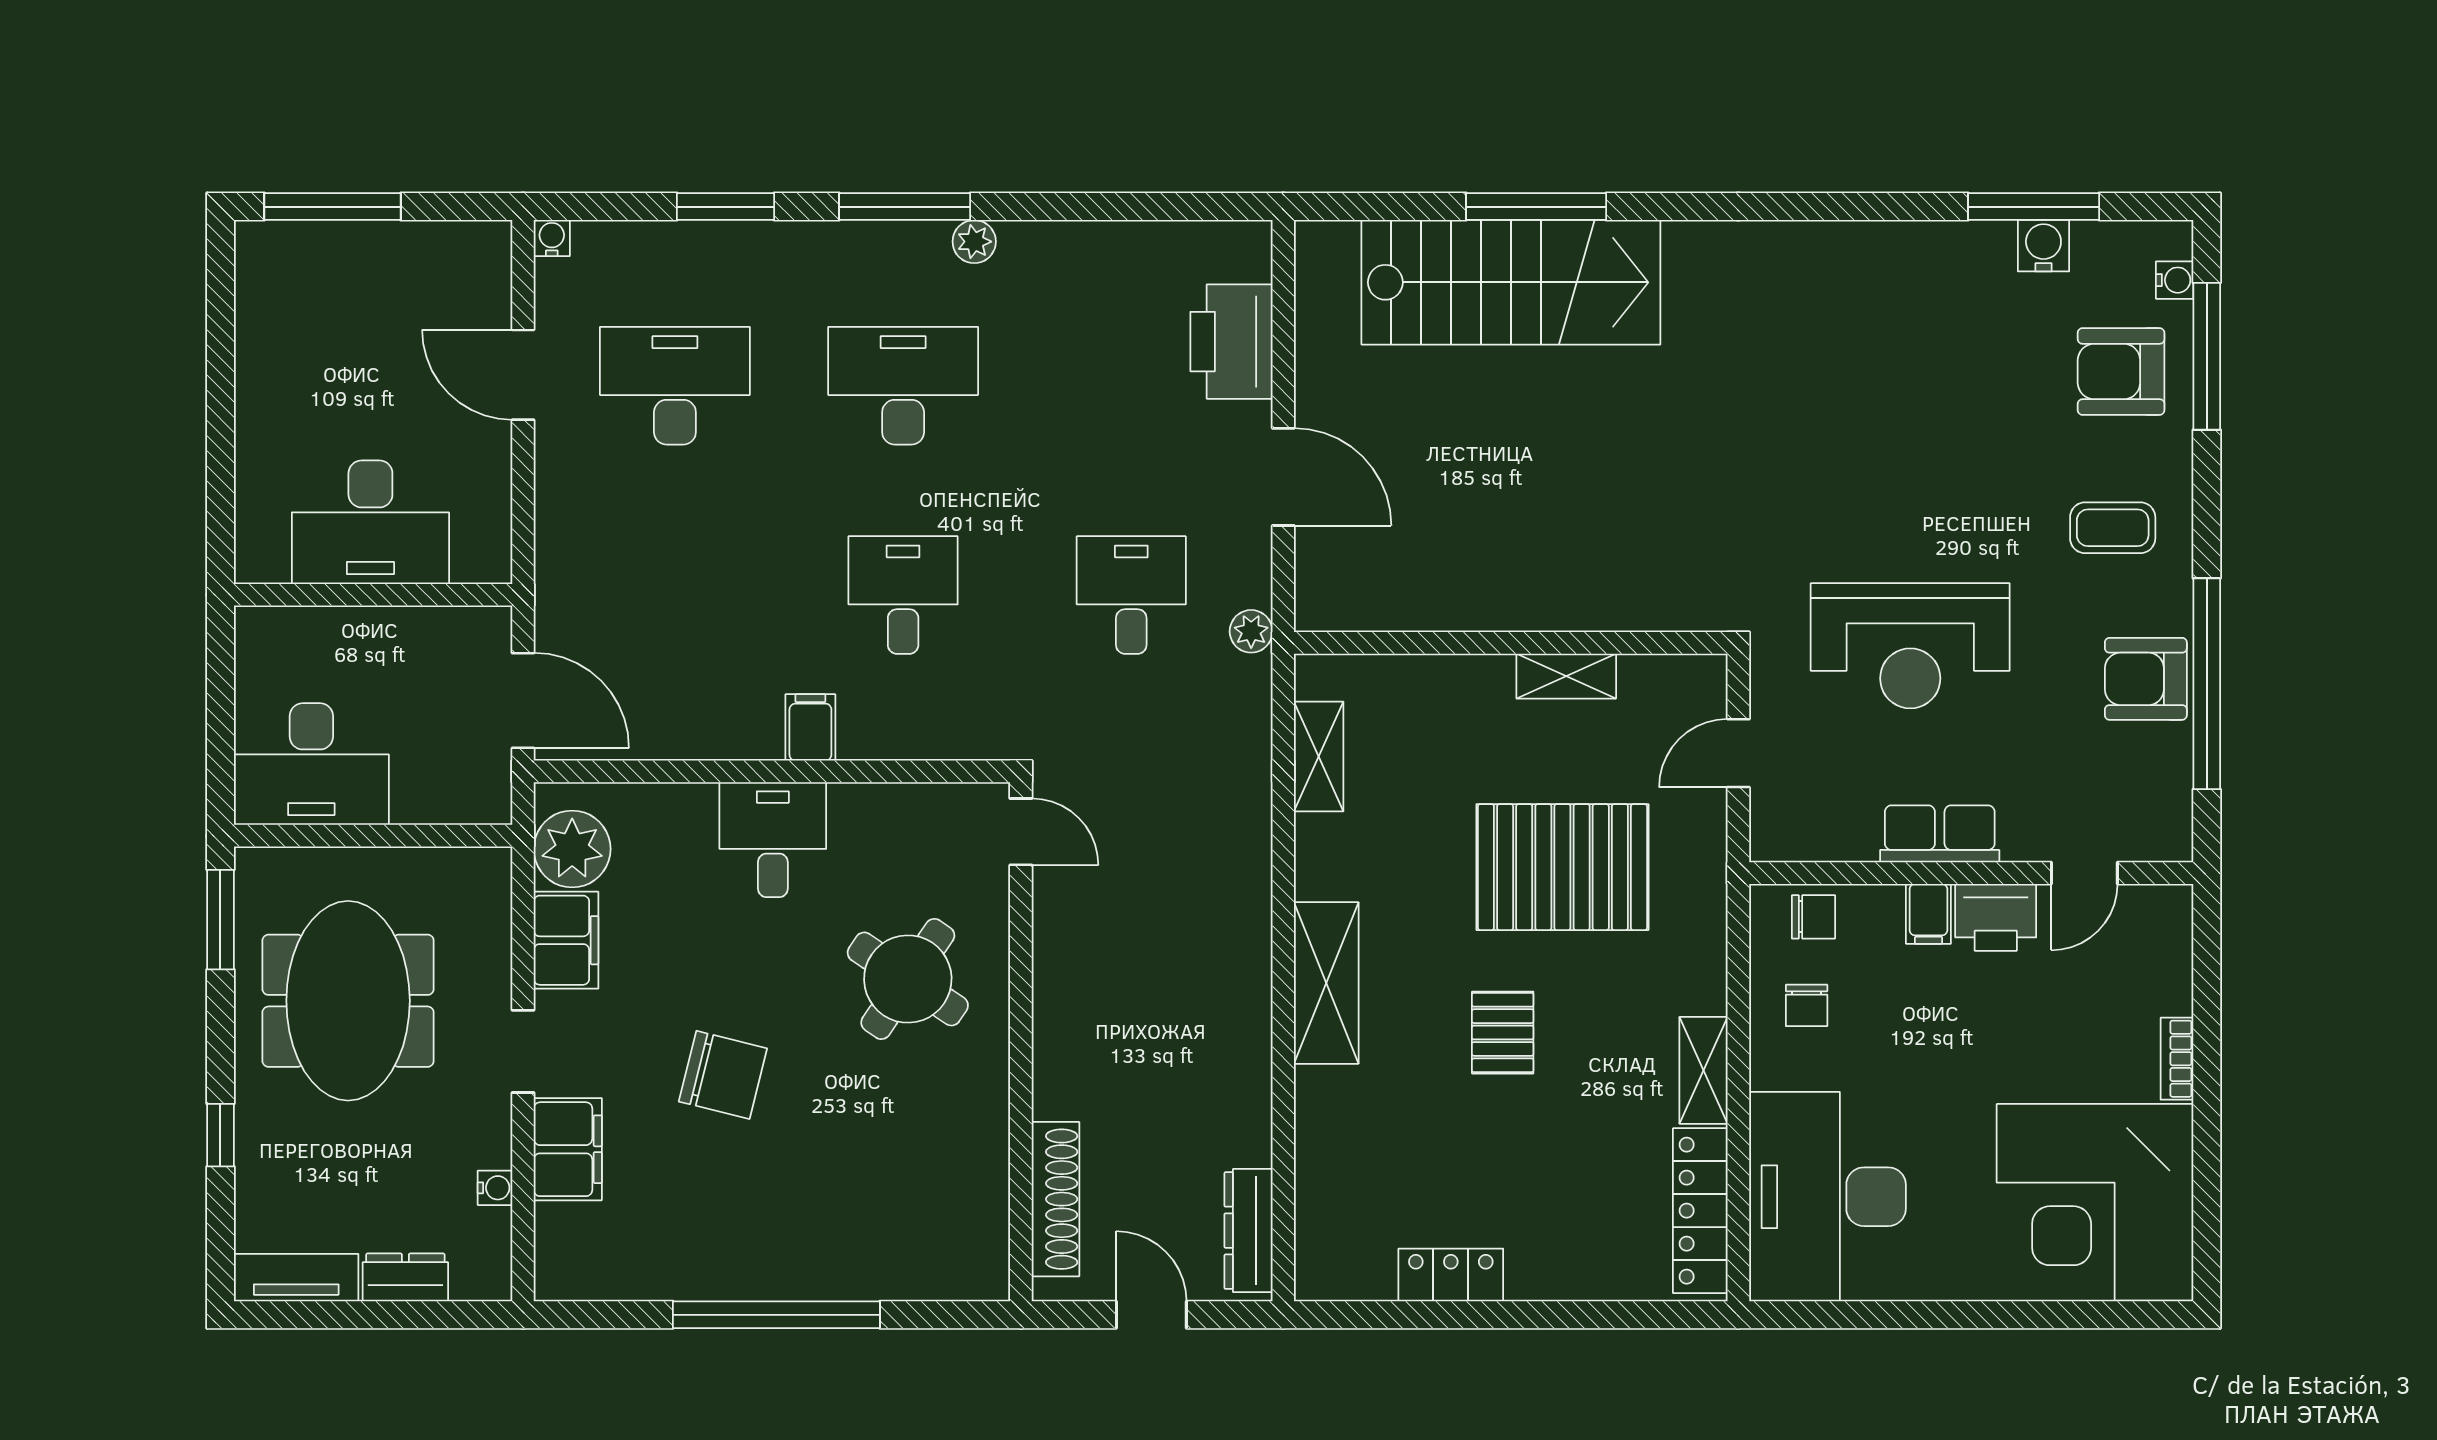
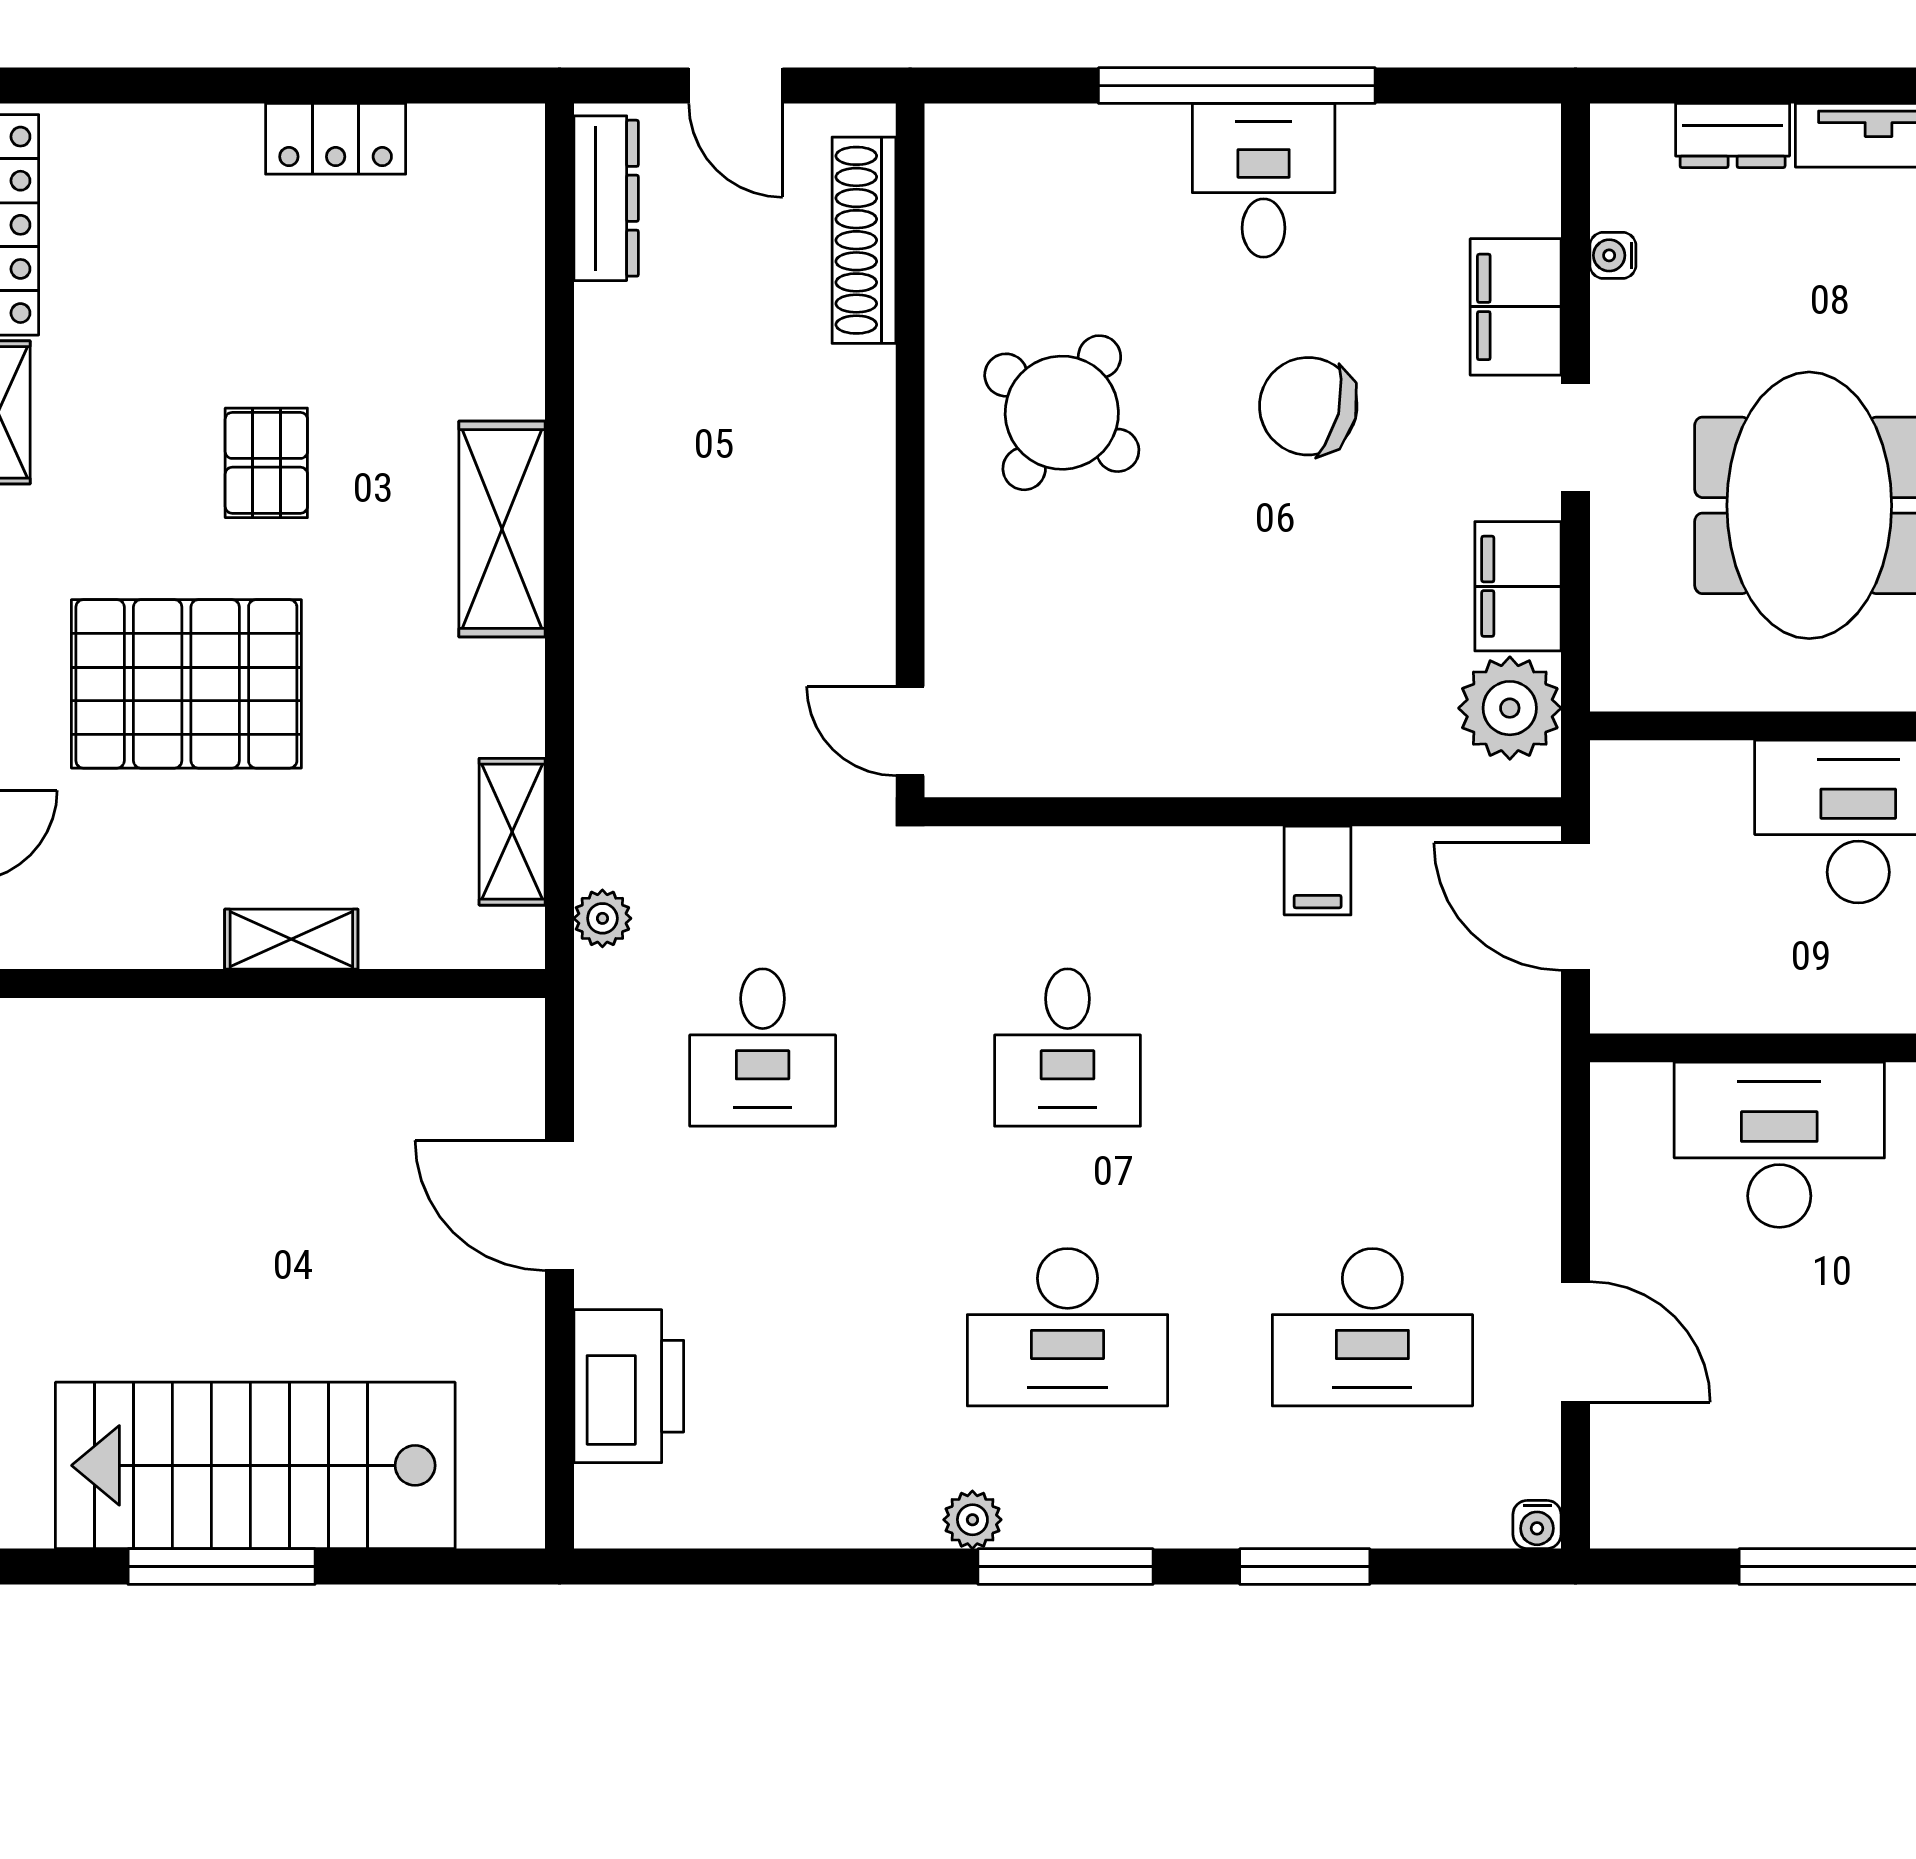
plant: (1251, 631) -> (602, 918), moved
shelving: (1566, 676) -> (291, 939), moved
filing cabinet: (810, 727) -> (1318, 870), moved
desk: (773, 840) -> (1264, 180), moved, turned 180
round table: (908, 979) -> (1062, 413), moved

